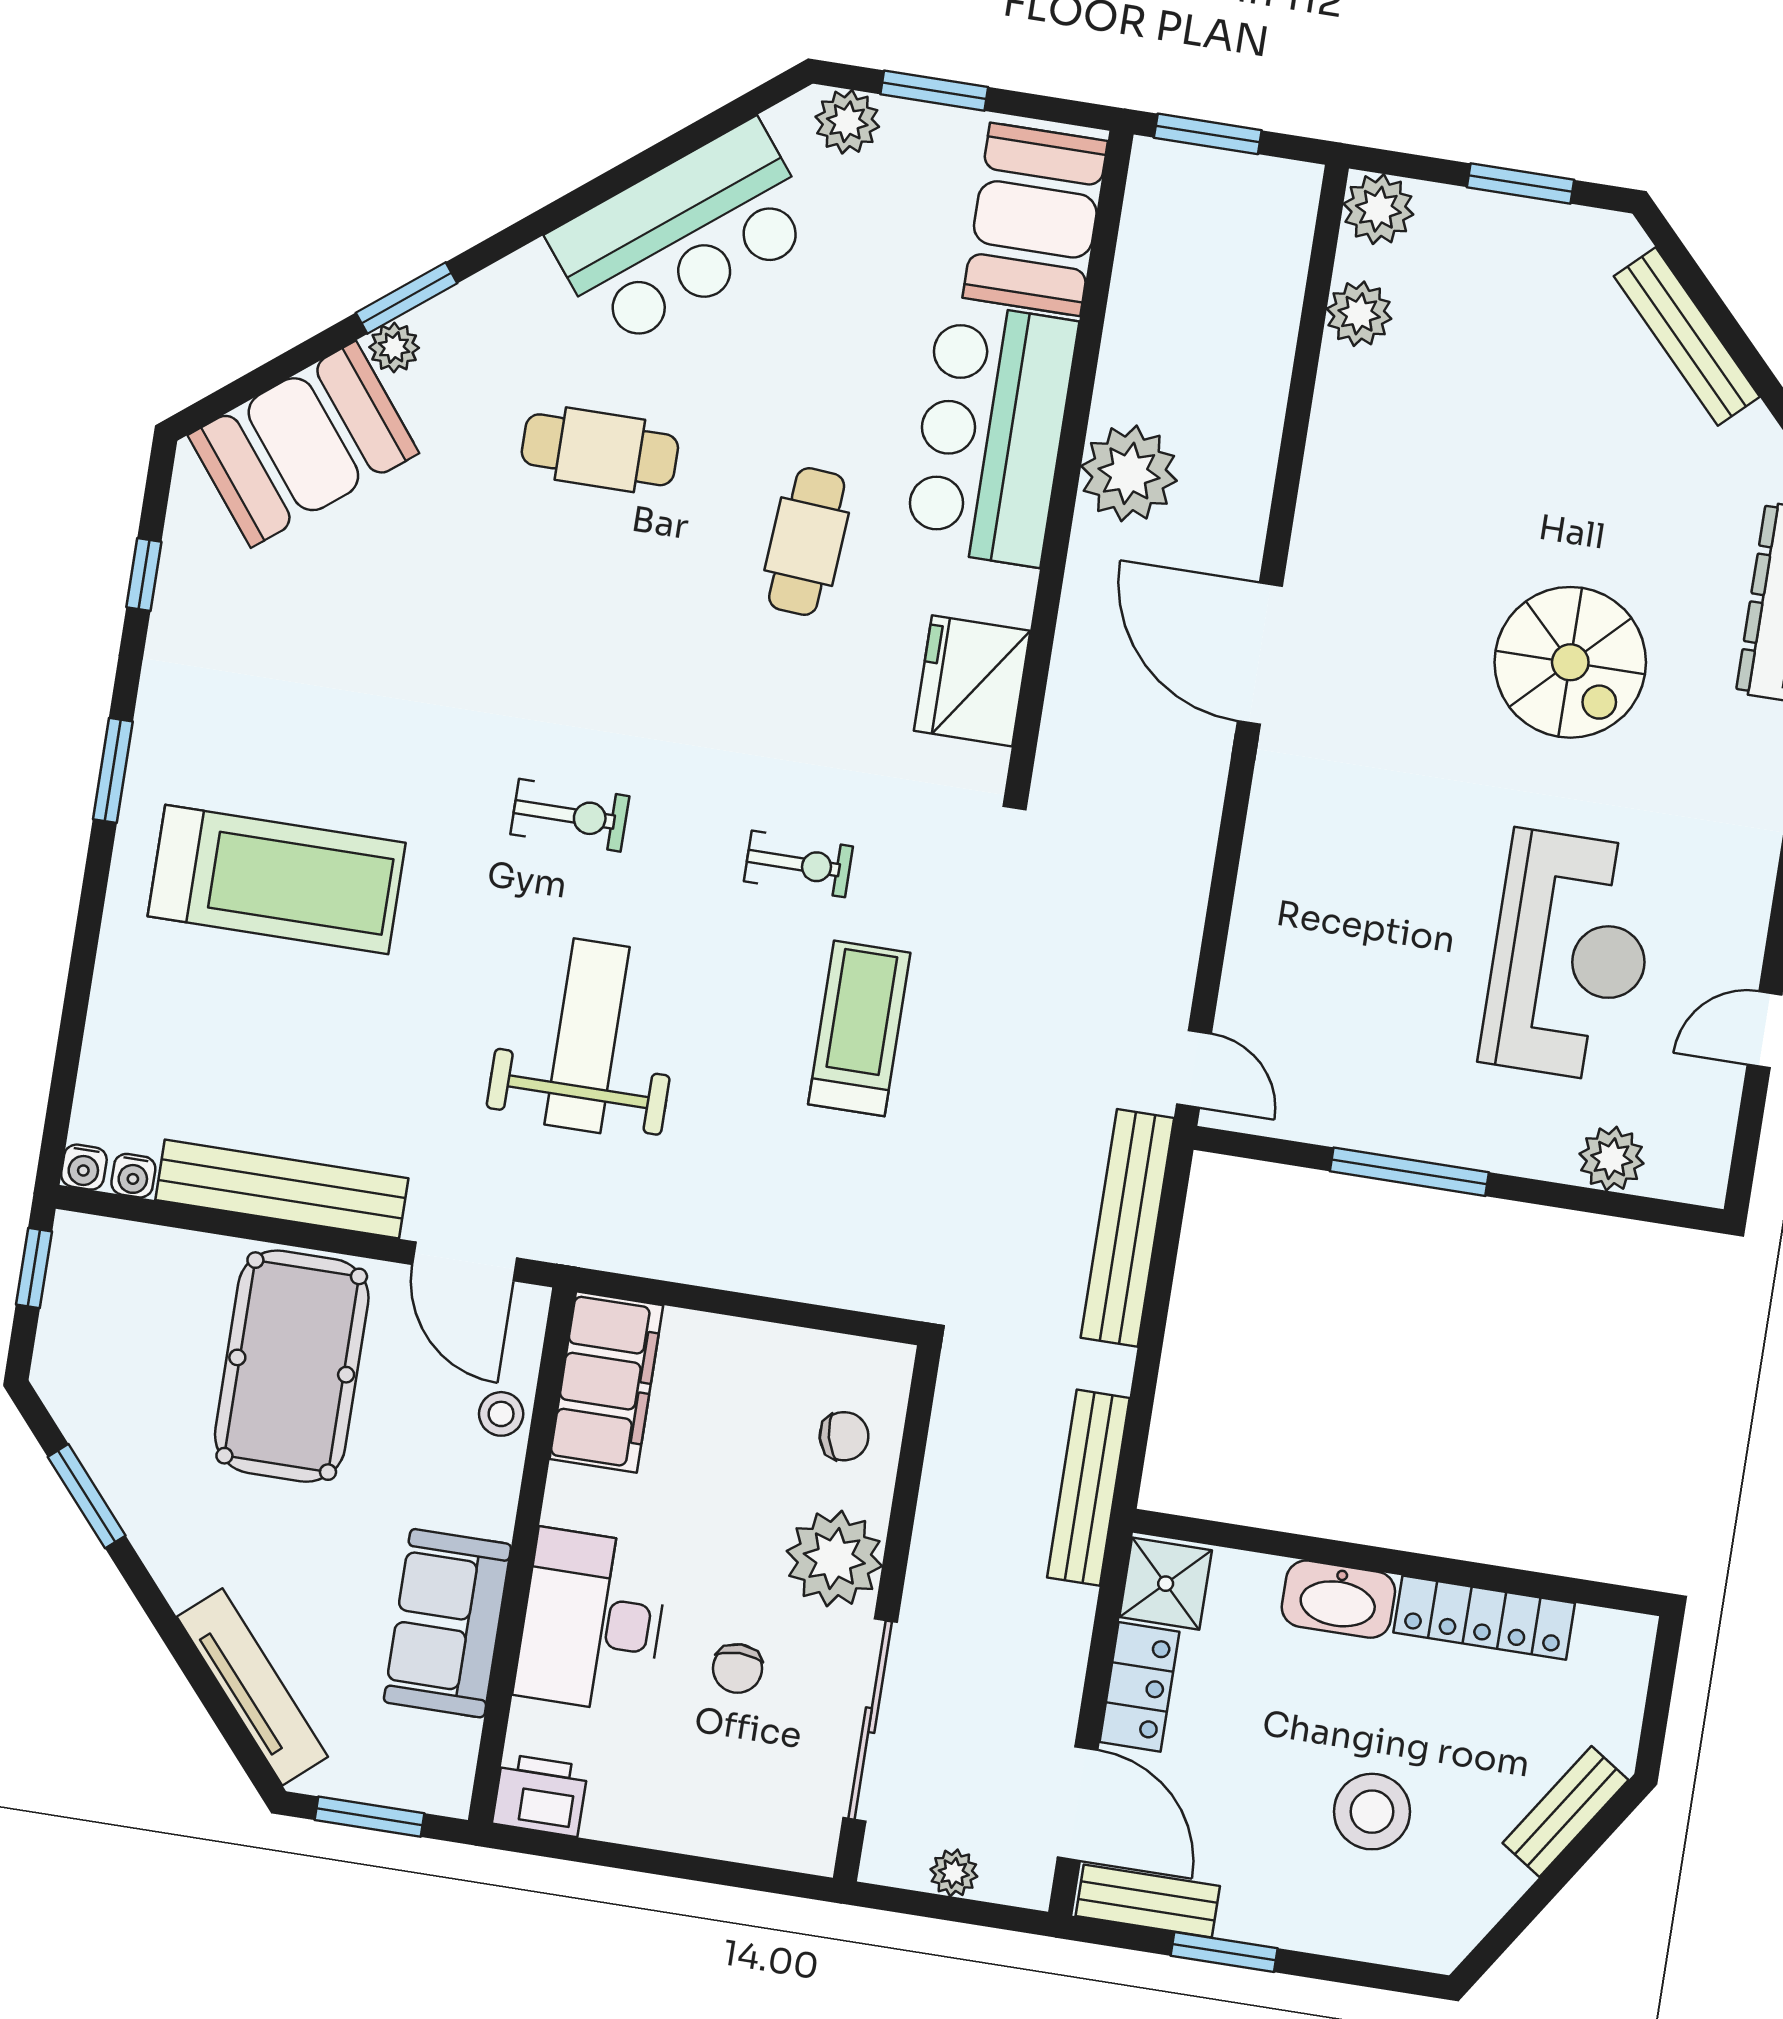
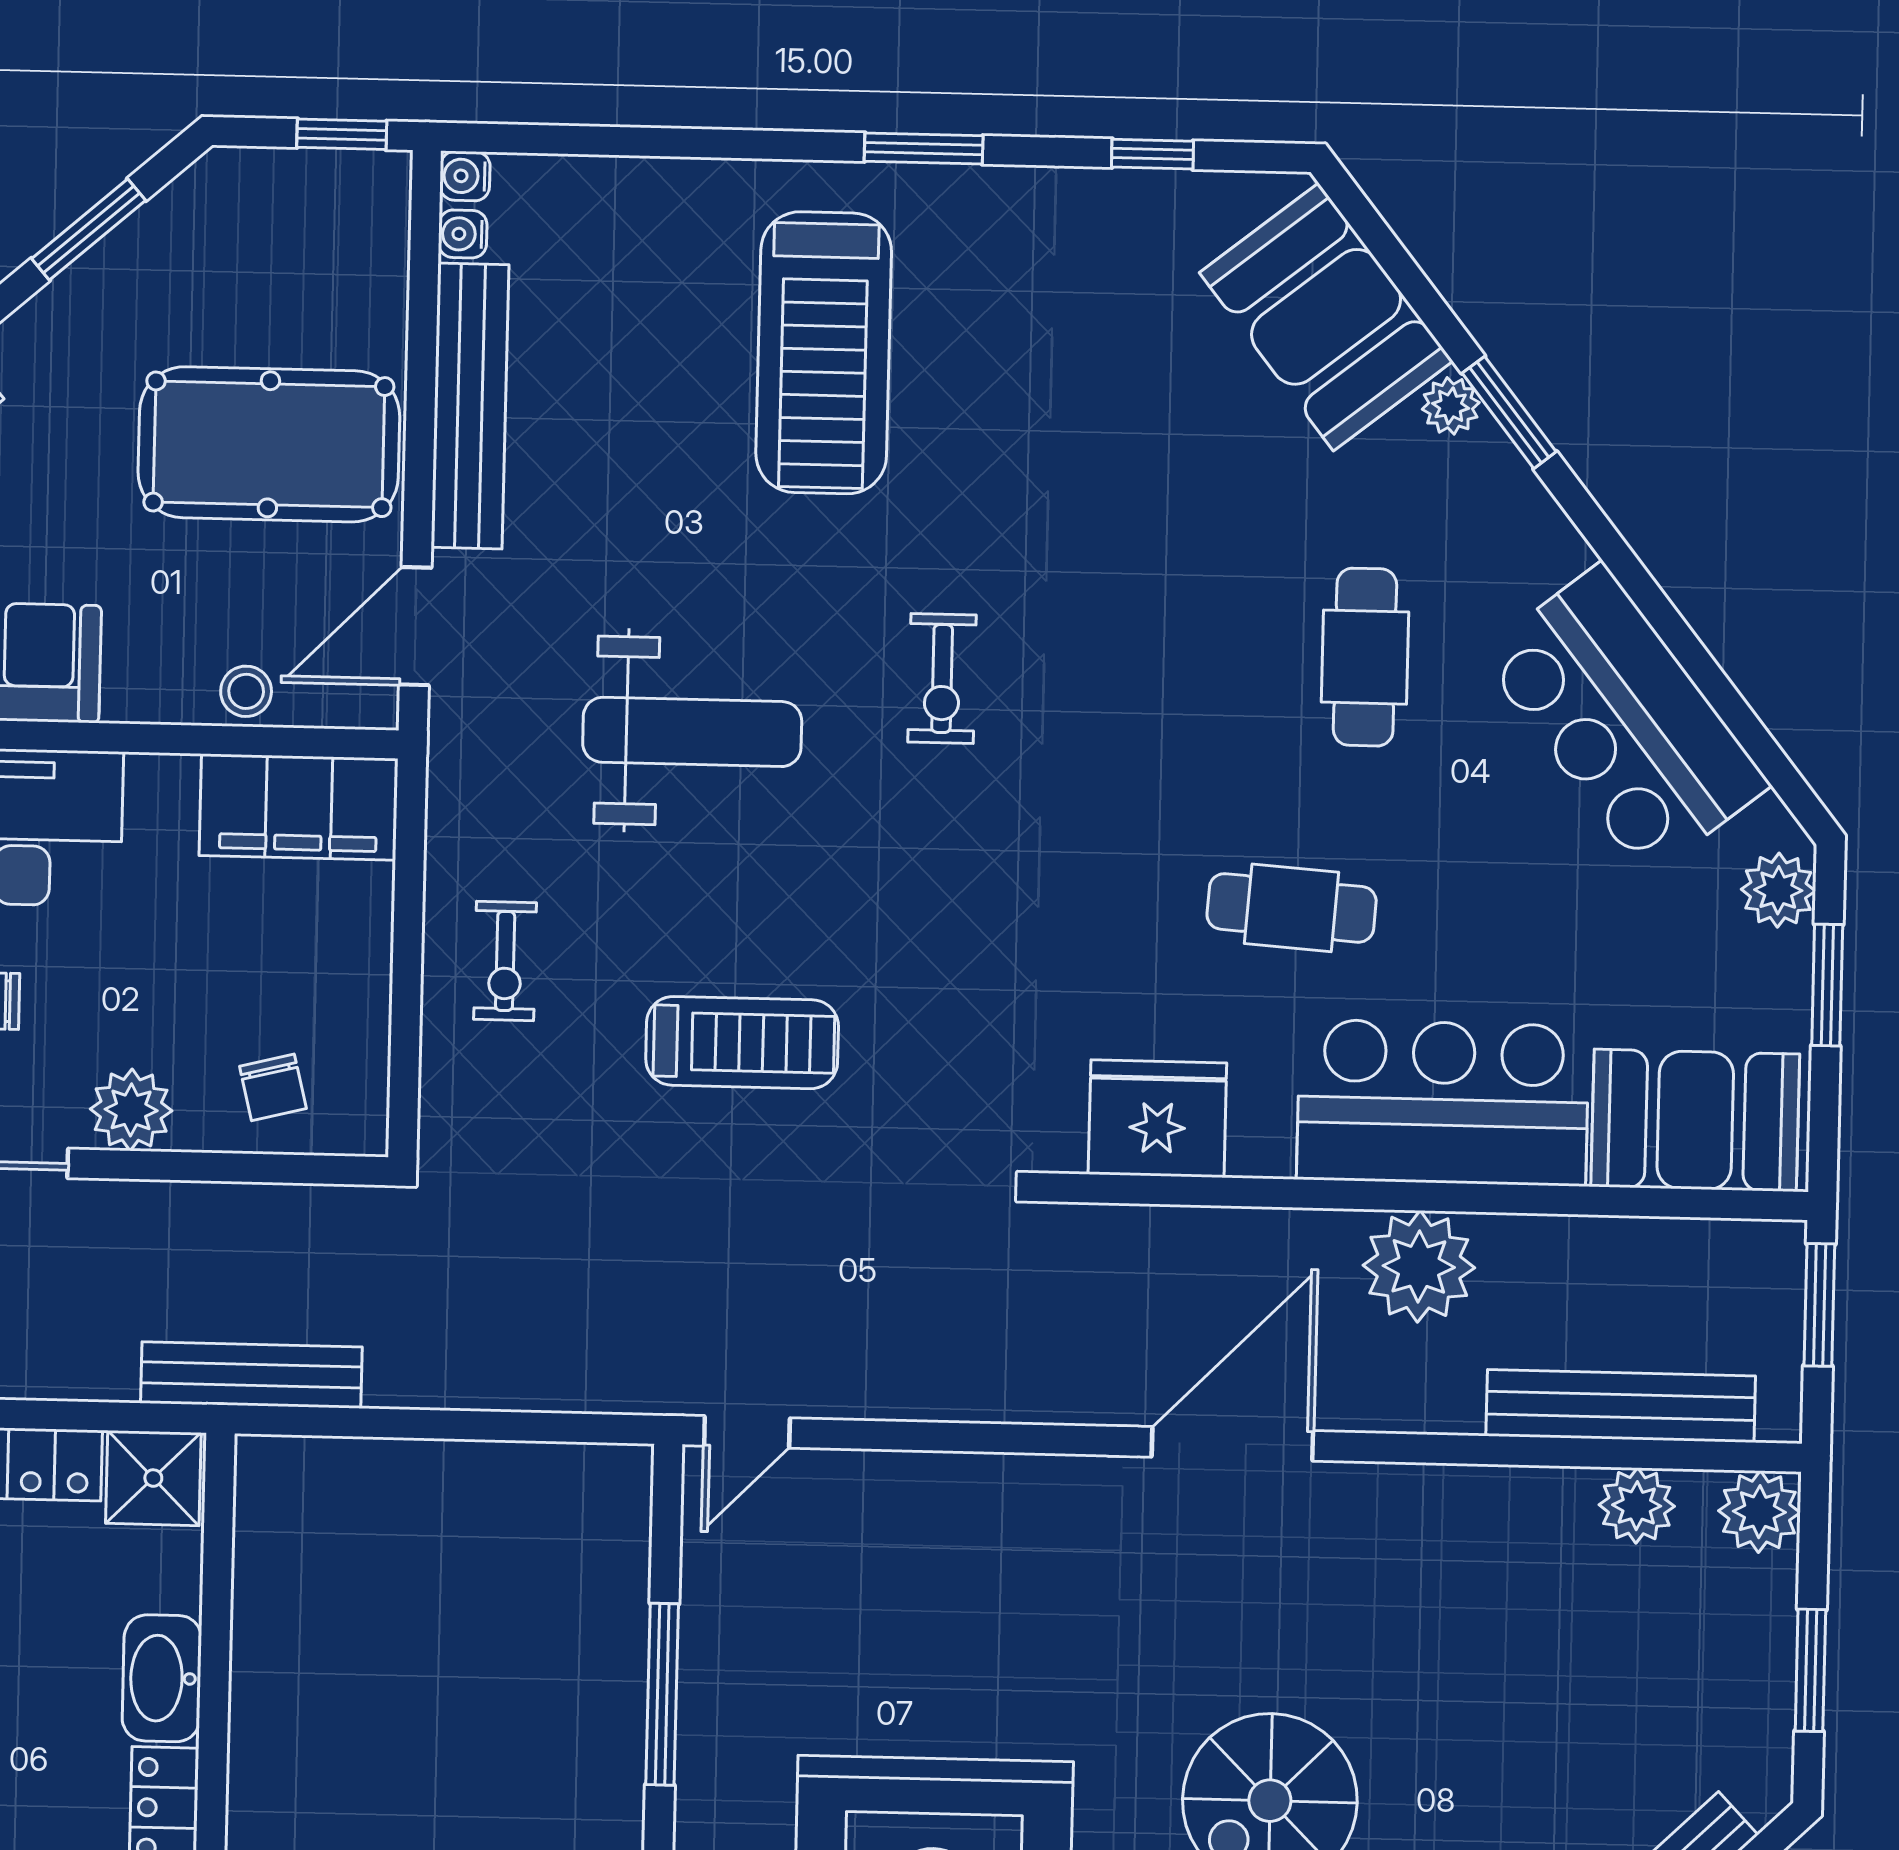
exercise bike: (798, 864) -> (505, 961), moved
bench: (1127, 1228) -> (1621, 1406), moved
plant: (834, 1559) -> (131, 1110), width x0.73, depth x0.73

